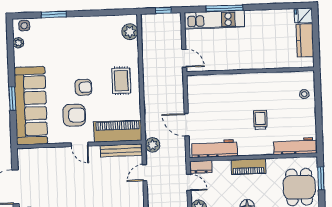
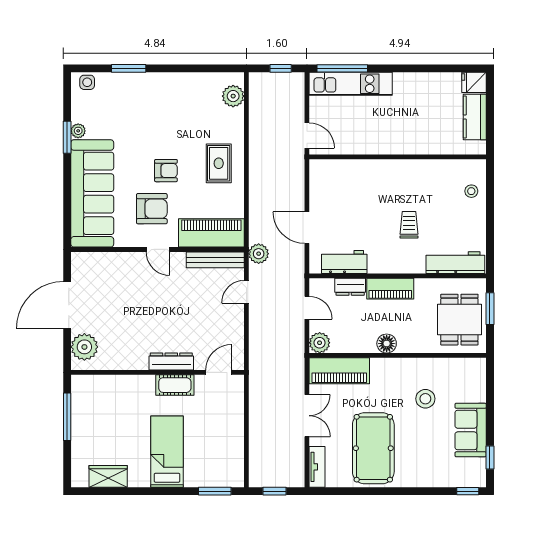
window: (224, 8) -> (342, 68), moved
plant: (18, 43) -> (78, 131), moved
window: (12, 99) -> (67, 137), moved
workbench: (214, 149) -> (344, 262), width x0.73
dresser: (201, 167) -> (350, 287), moved

